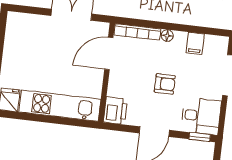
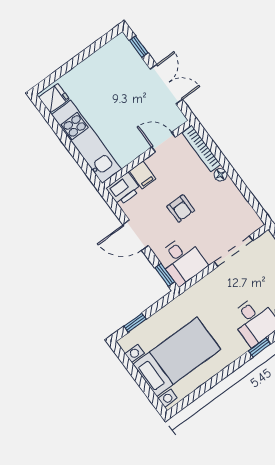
window: (28, 10) -> (139, 47), added
filing cabinet: (195, 43) -> (143, 175), moved, turned -90
door: (109, 53) -> (163, 142), width x0.73

